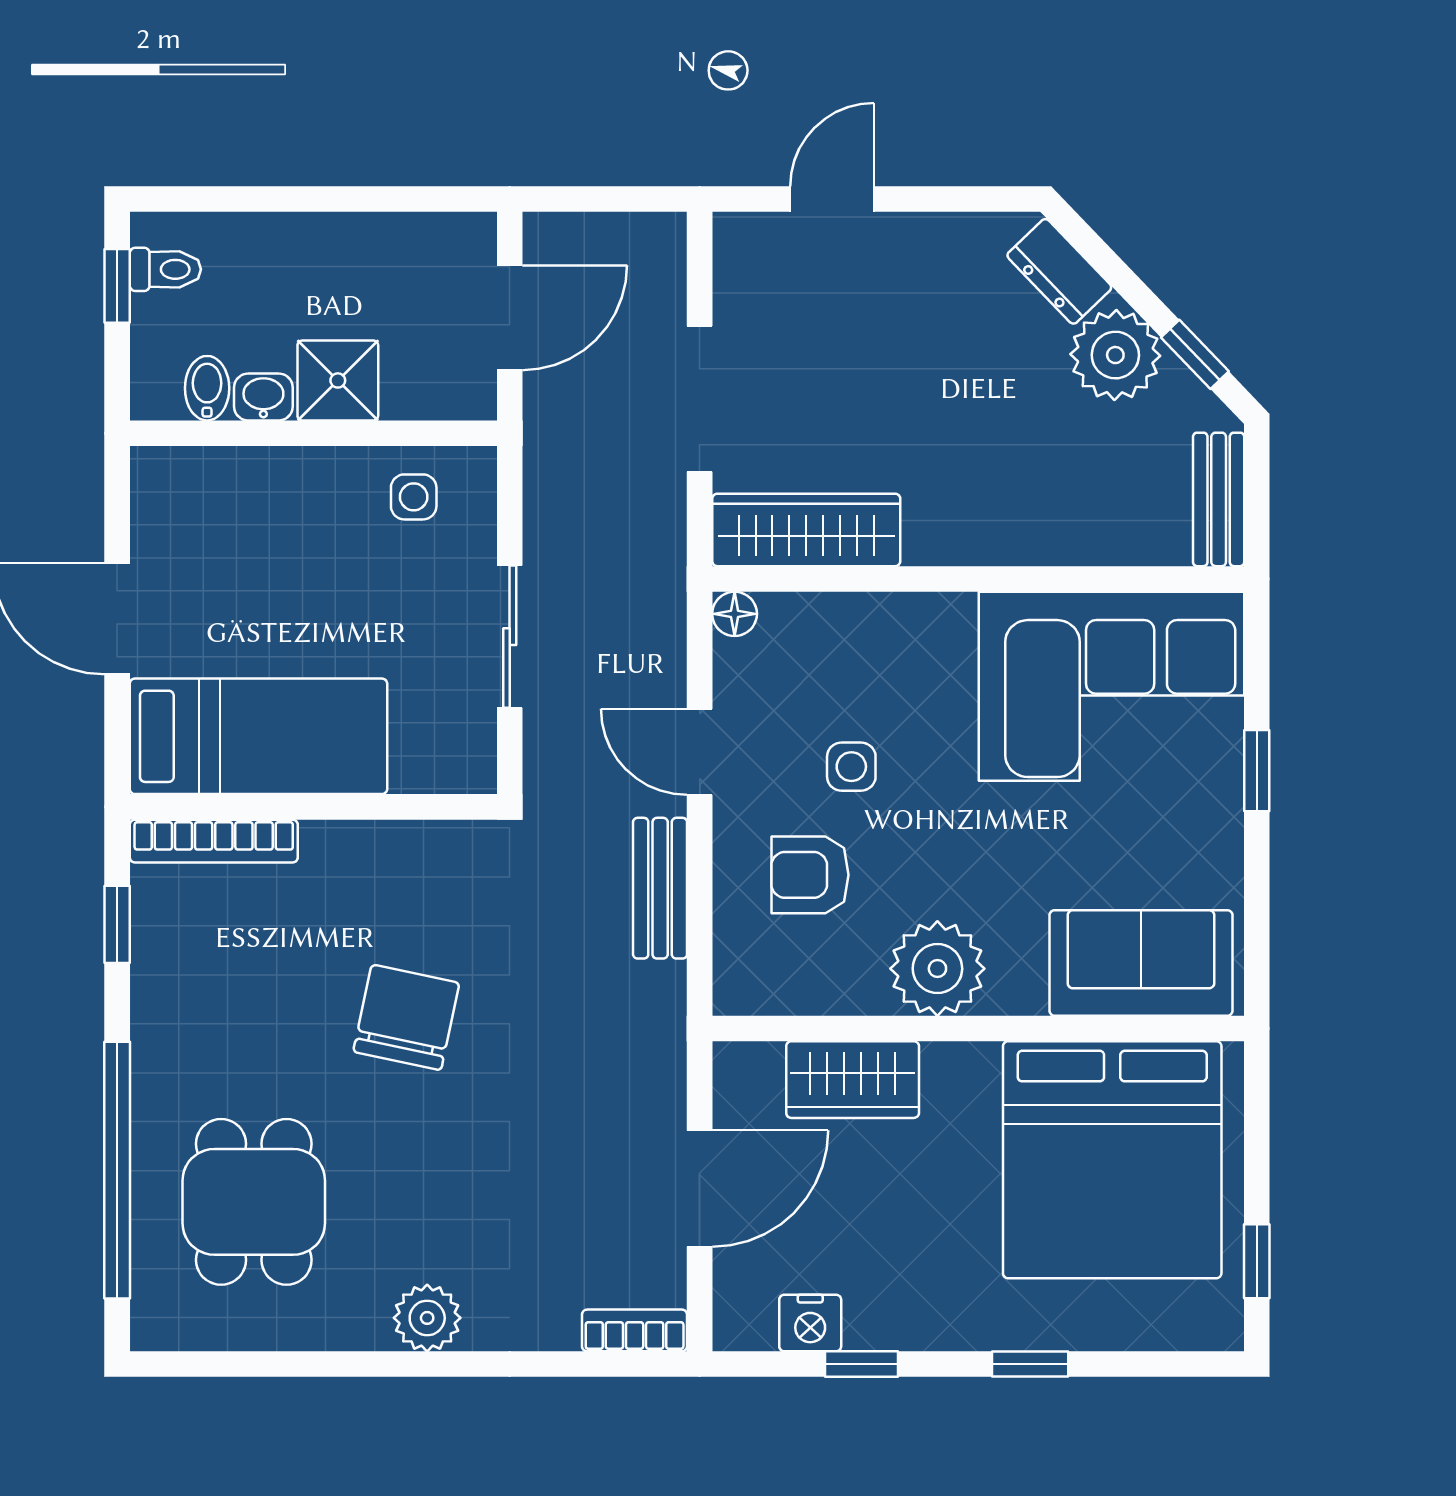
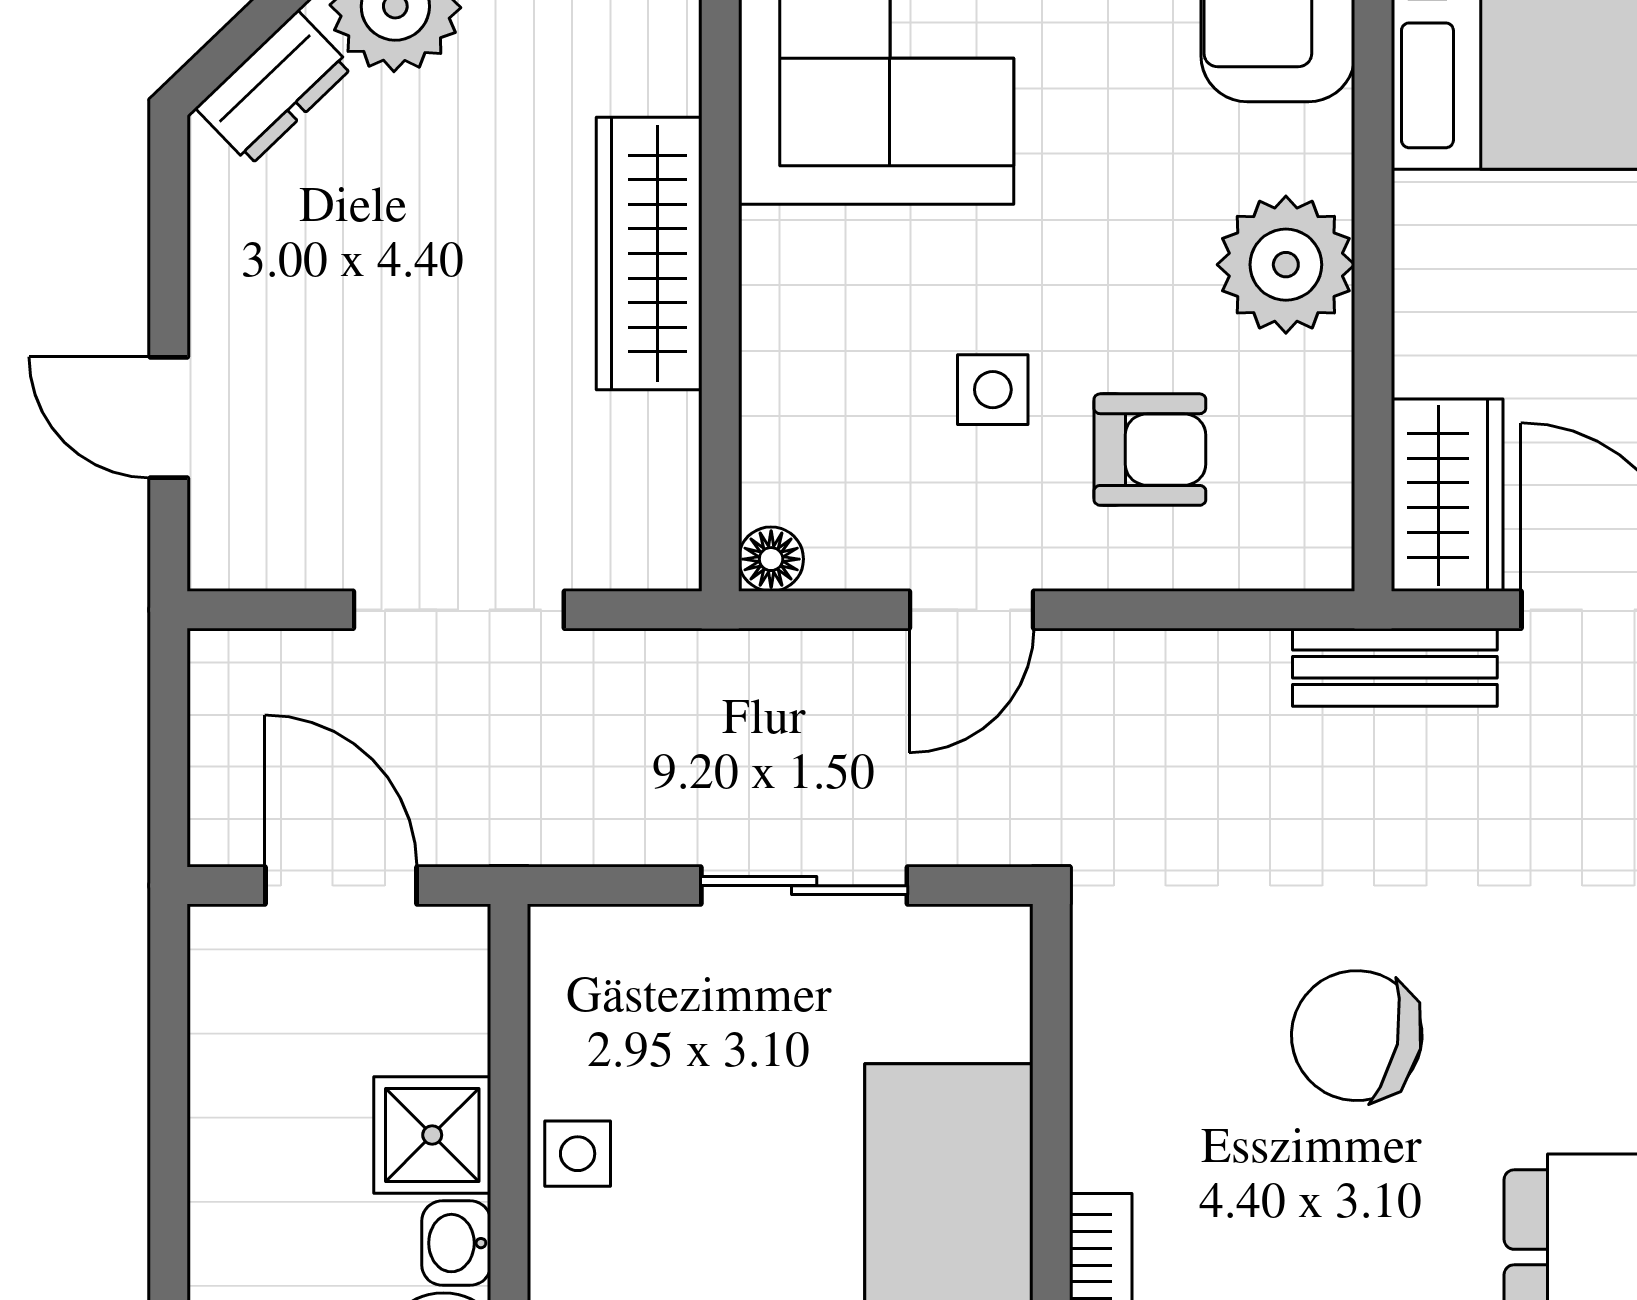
side table: (414, 497) -> (578, 1154), moved
wardrobe: (806, 530) -> (649, 254), moved
armchair: (810, 875) -> (1150, 450), turned -90
bench: (660, 888) -> (1395, 667), moved
wardrobe: (853, 1080) -> (1447, 495), moved

